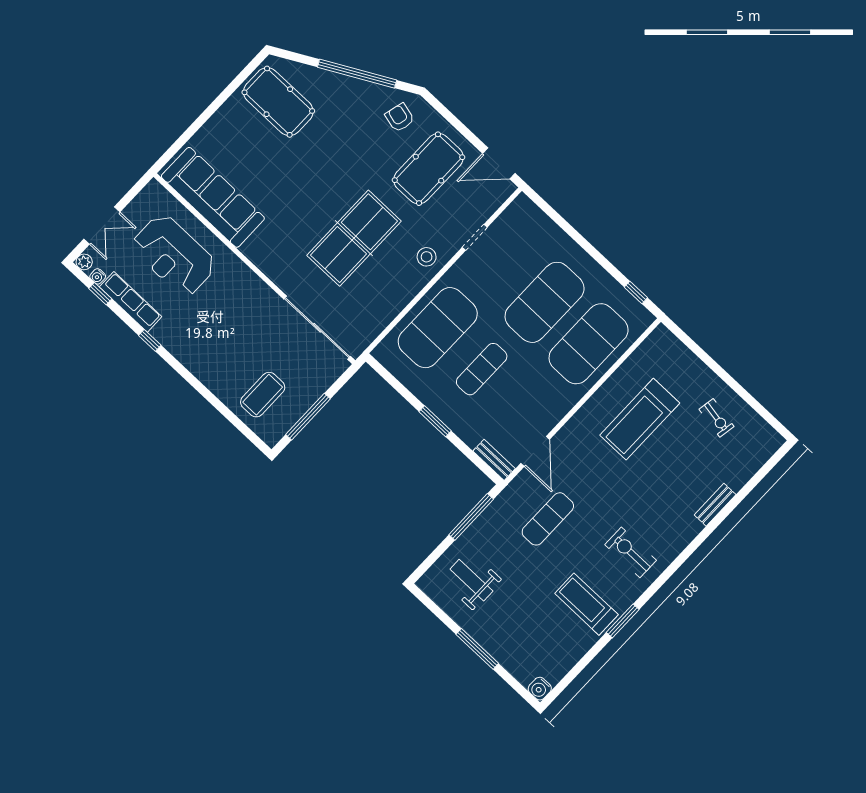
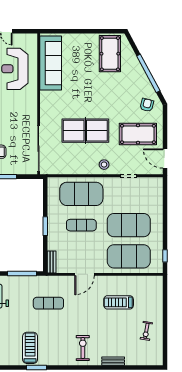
treadmill: (640, 419) -> (119, 302), width x0.73, depth x0.73
door: (535, 451) -> (84, 274), moved
exercise bike: (631, 552) -> (83, 348), moved

